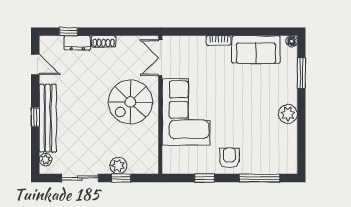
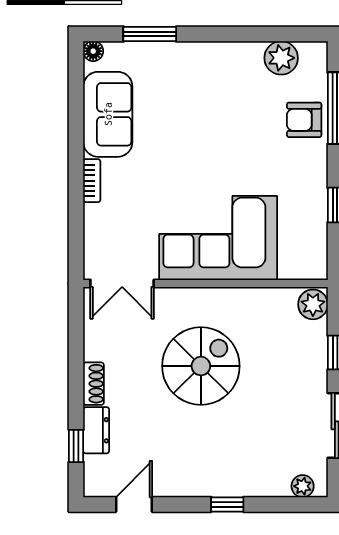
spiral stairs: (130, 102) -> (201, 366), moved, turned -90
plant: (288, 114) -> (281, 58), moved
bench: (48, 118) -> (229, 482), removed
armchair: (229, 158) -> (304, 120), moved
plant: (118, 166) -> (313, 304), moved

